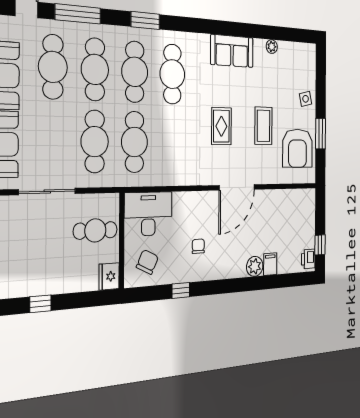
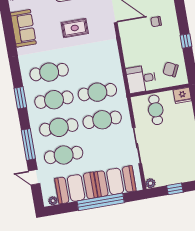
desk: (148, 214) -> (141, 79), width x0.73
chair: (198, 246) -> (156, 22), moved

